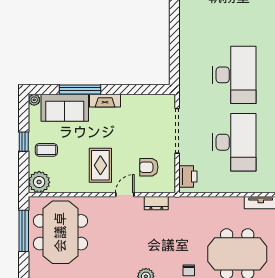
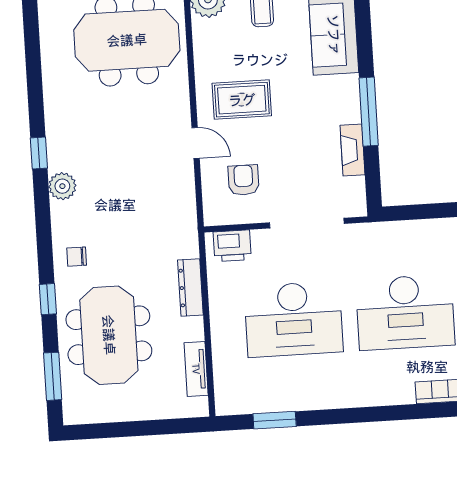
window: (80, 89) -> (369, 112), moved
fireplace: (105, 101) -> (352, 150), moved
dresser: (156, 203) -> (190, 288), moved, width x1.44

